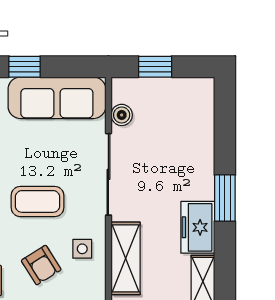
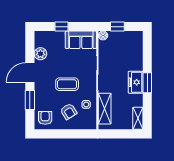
sofa: (57, 98) -> (81, 40), width x0.73
boiler: (122, 115) -> (103, 35), moved
freezer: (198, 227) -> (136, 82), moved

